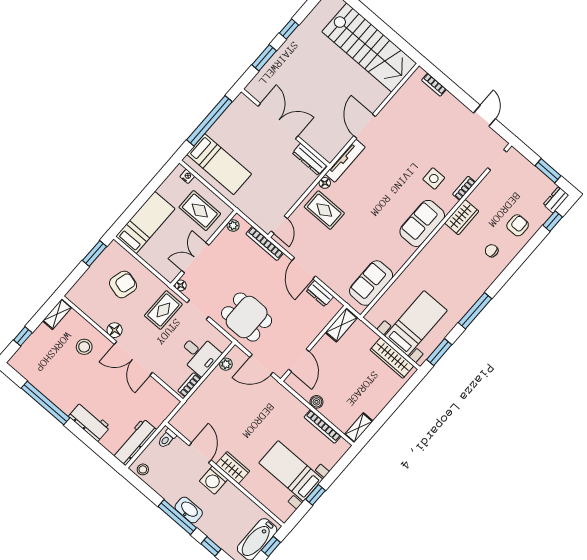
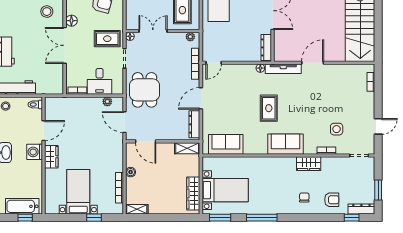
side table: (434, 179) -> (337, 129), moved
dresser: (556, 200) -> (361, 209), width x1.44
rug: (324, 210) -> (269, 108), moved
dresser: (320, 294) -> (194, 124), width x1.44
door: (299, 360) -> (146, 141), hinge flipped
window: (315, 495) -> (94, 218), moved

